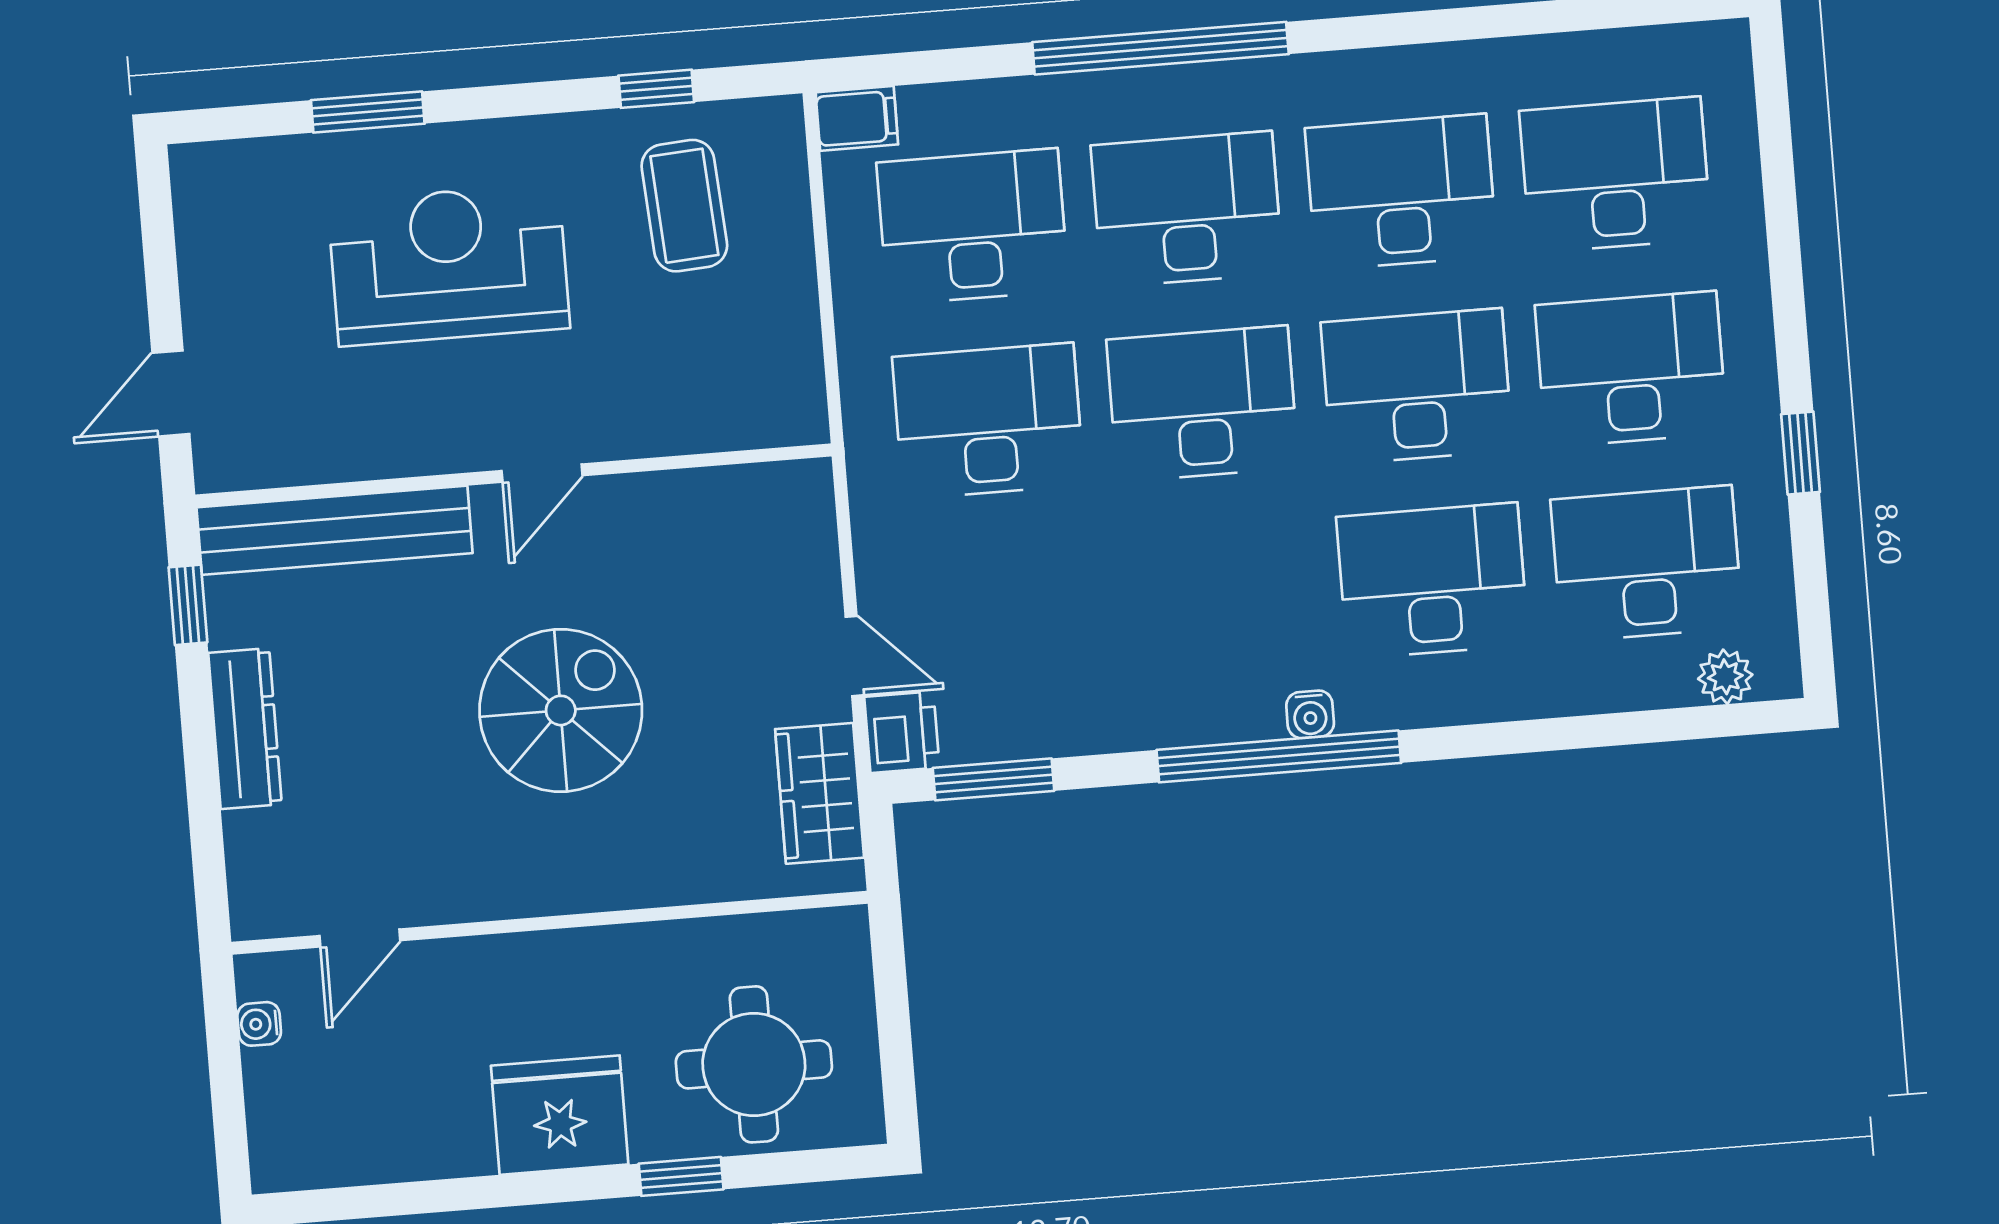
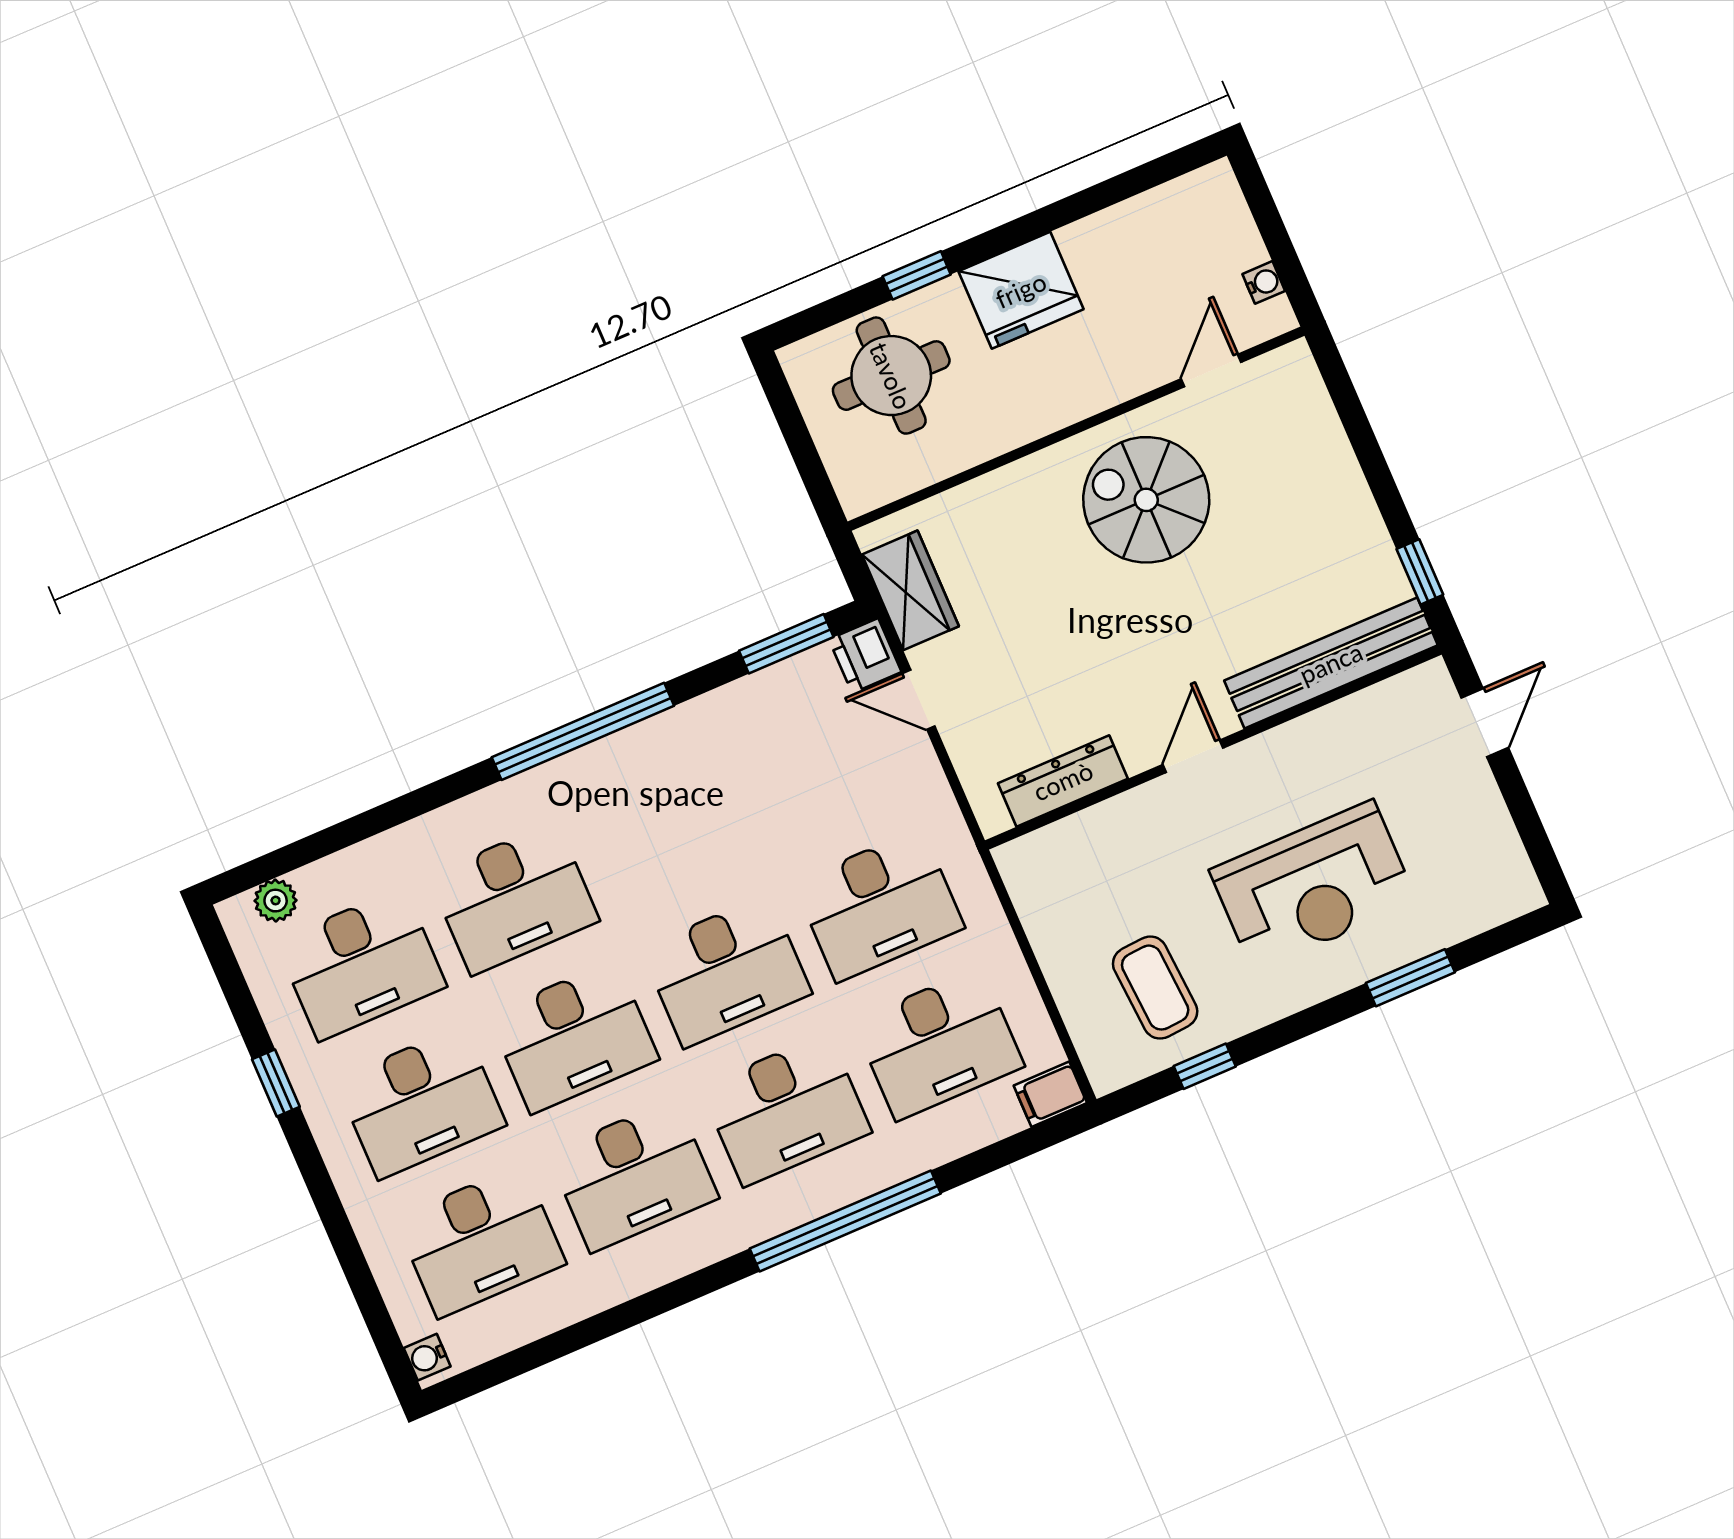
spiral stairs: (561, 710) -> (1146, 500), moved, turned 90
water cooler: (1310, 714) -> (427, 1357), moved, turned -90
dresser: (245, 729) -> (1063, 781), moved, turned 90

